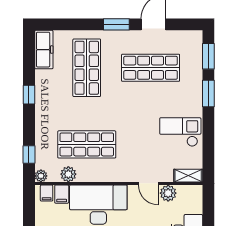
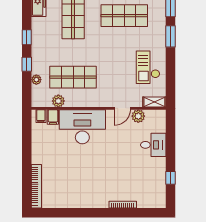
checkout: (180, 132) -> (148, 67), turned -90
window: (29, 154) -> (27, 64), moved
plant: (41, 176) -> (36, 80), moved
door: (148, 183) -> (122, 108), hinge flipped

